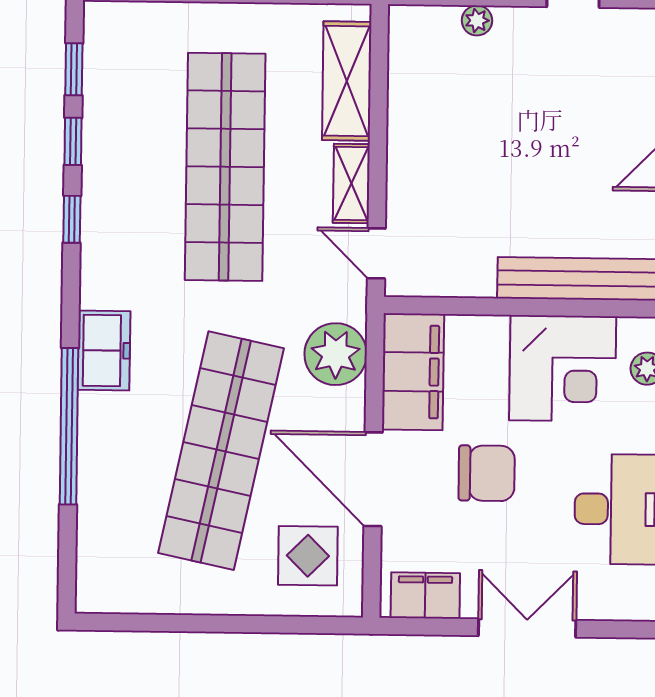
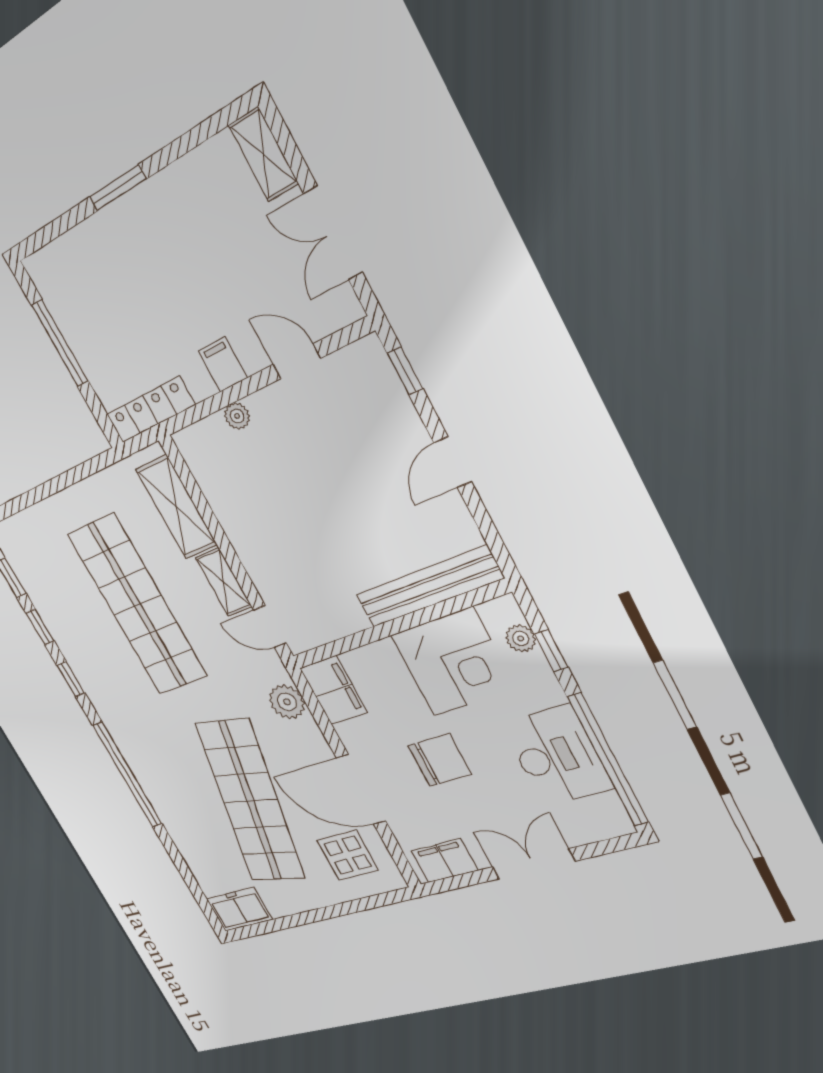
freezer: (104, 351) -> (239, 909), moved, turned -90
plant: (336, 354) -> (287, 702), width x0.73, depth x0.73
filing cabinet: (413, 372) -> (334, 690), width x0.67, depth x0.86
window: (69, 426) -> (128, 775), moved

